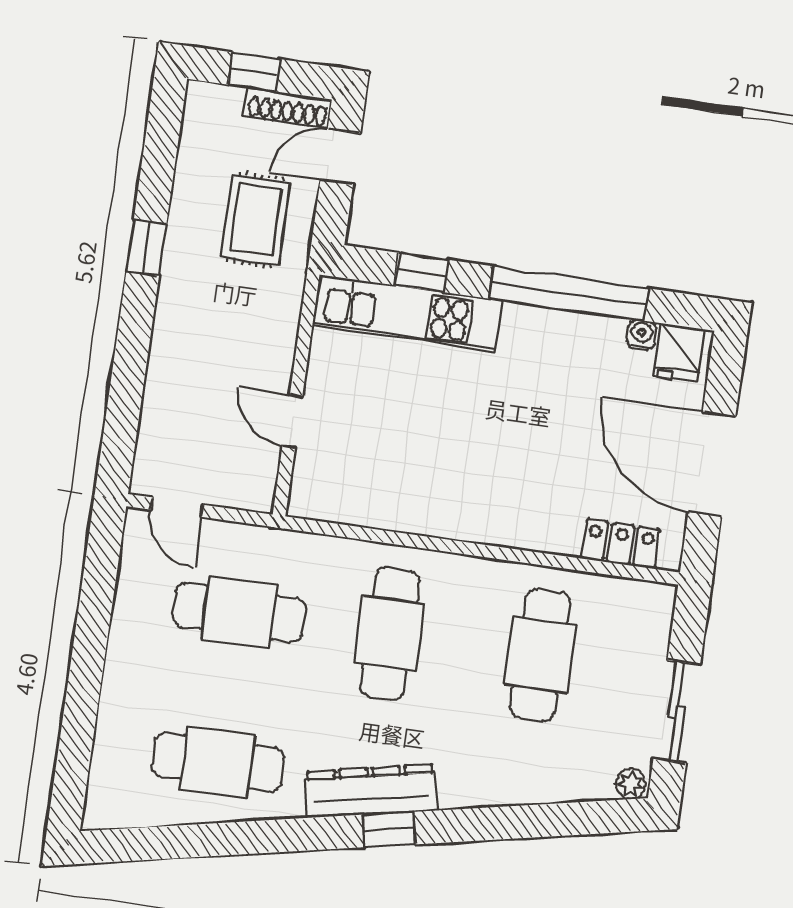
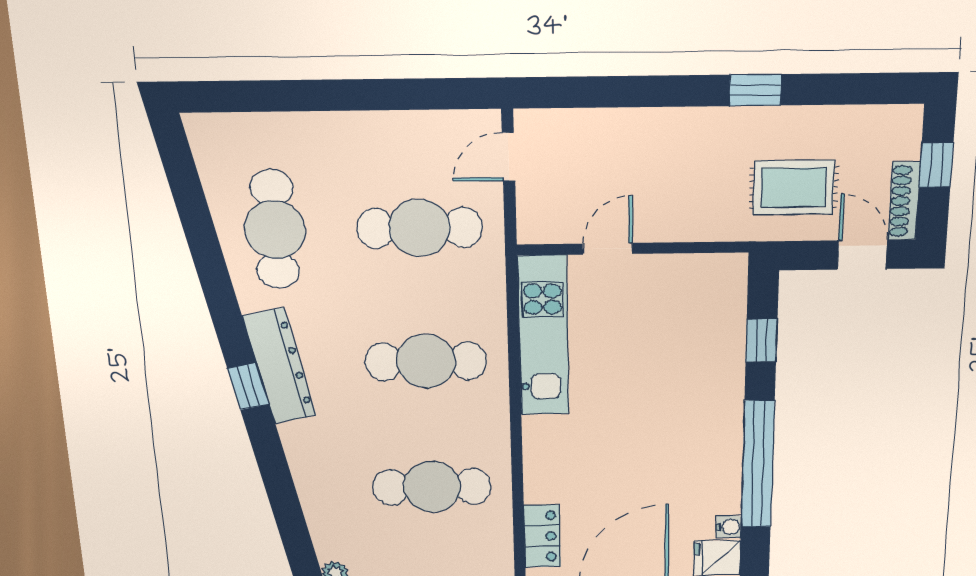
kitchen unit: (407, 313) -> (543, 336), moved, turned 180
cafe table: (239, 612) -> (419, 228), turned 90

